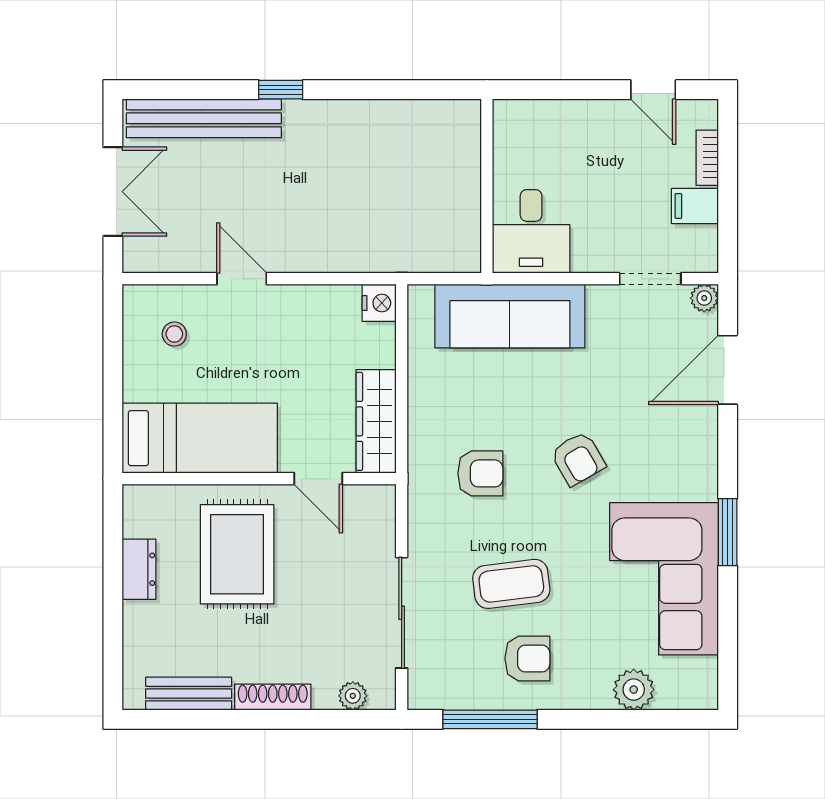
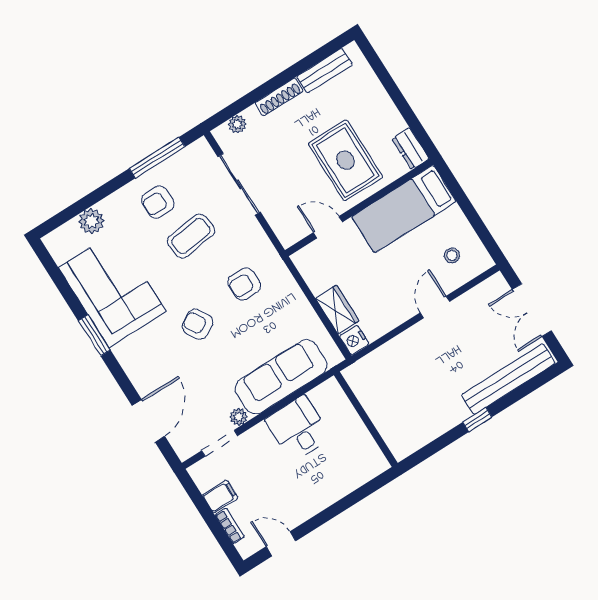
wall: (487, 186) -> (366, 419), moved
door: (242, 279) -> (435, 307), swing flipped
plant: (704, 298) -> (239, 417), moved
wardrobe: (376, 421) -> (337, 310), moved, width x0.67
dresser: (139, 569) -> (410, 149), moved

